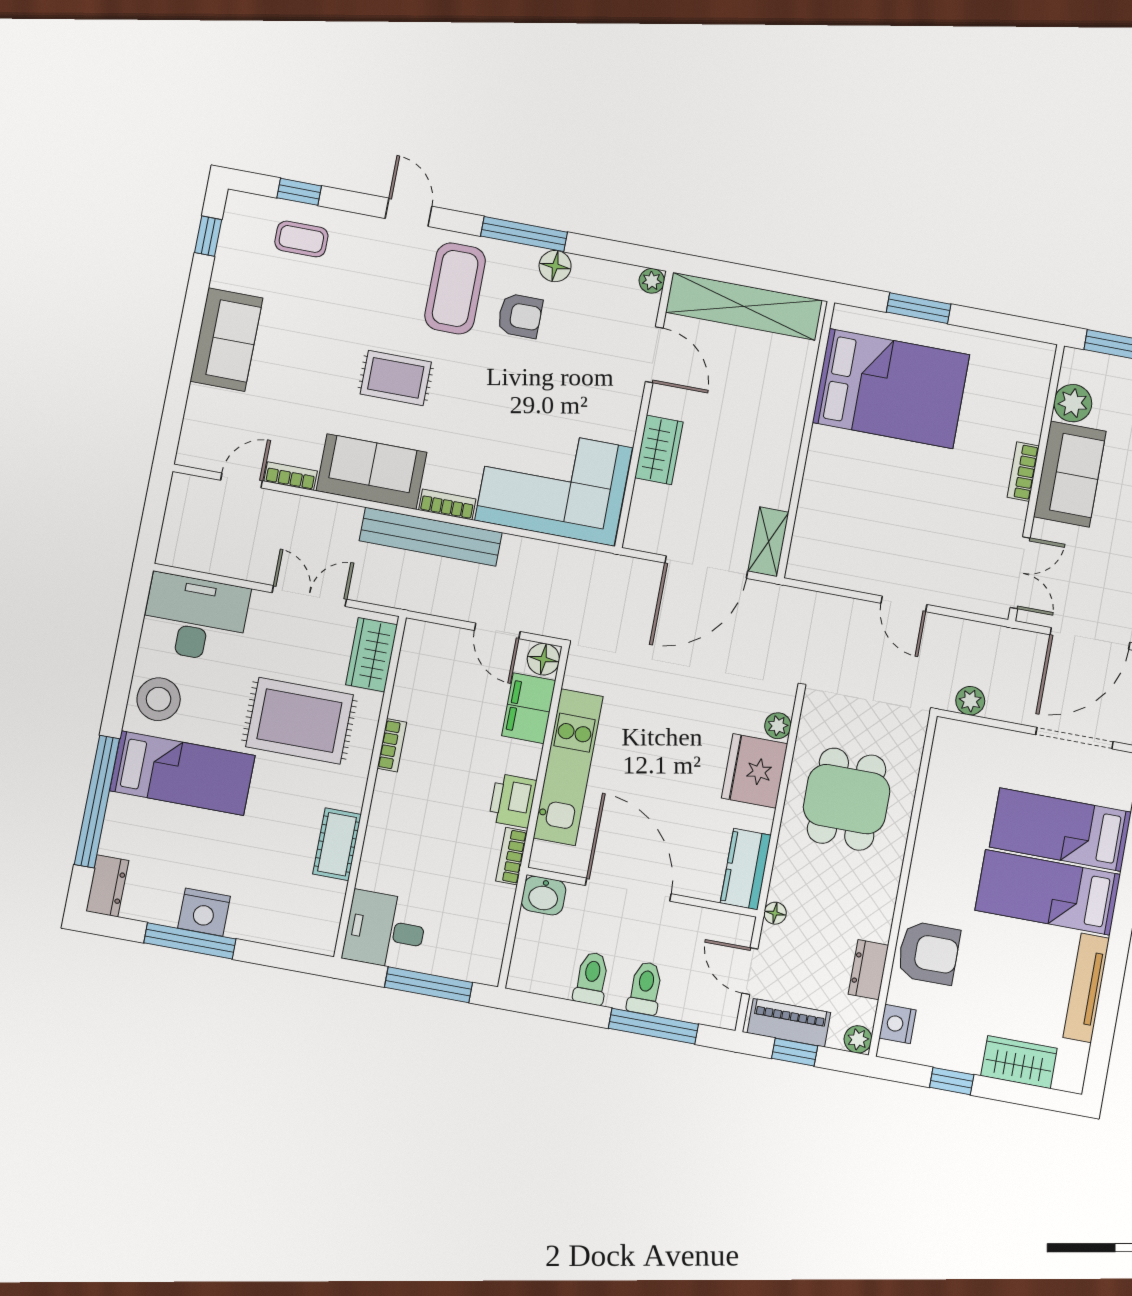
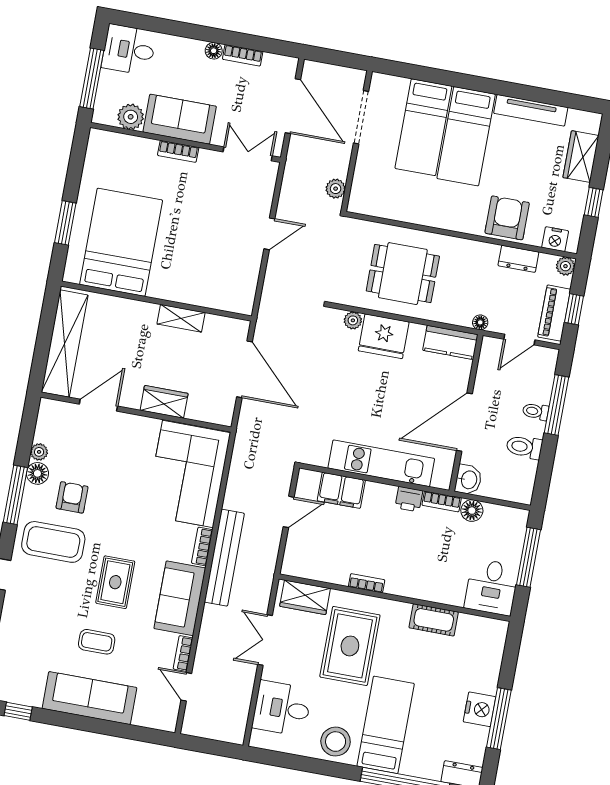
coffee table: (301, 239) -> (97, 642), moved, turned 90
plant: (652, 281) -> (39, 452), moved
sofa: (226, 340) -> (89, 698), width x1.36
shelving: (768, 542) -> (181, 318), moved
desk: (195, 618) -> (282, 708), width x0.73
floor lamp: (543, 659) -> (472, 511), moved
printer: (513, 801) -> (409, 499), width x0.73, depth x0.81
toilet: (645, 988) -> (536, 411), width x0.73, depth x0.72

